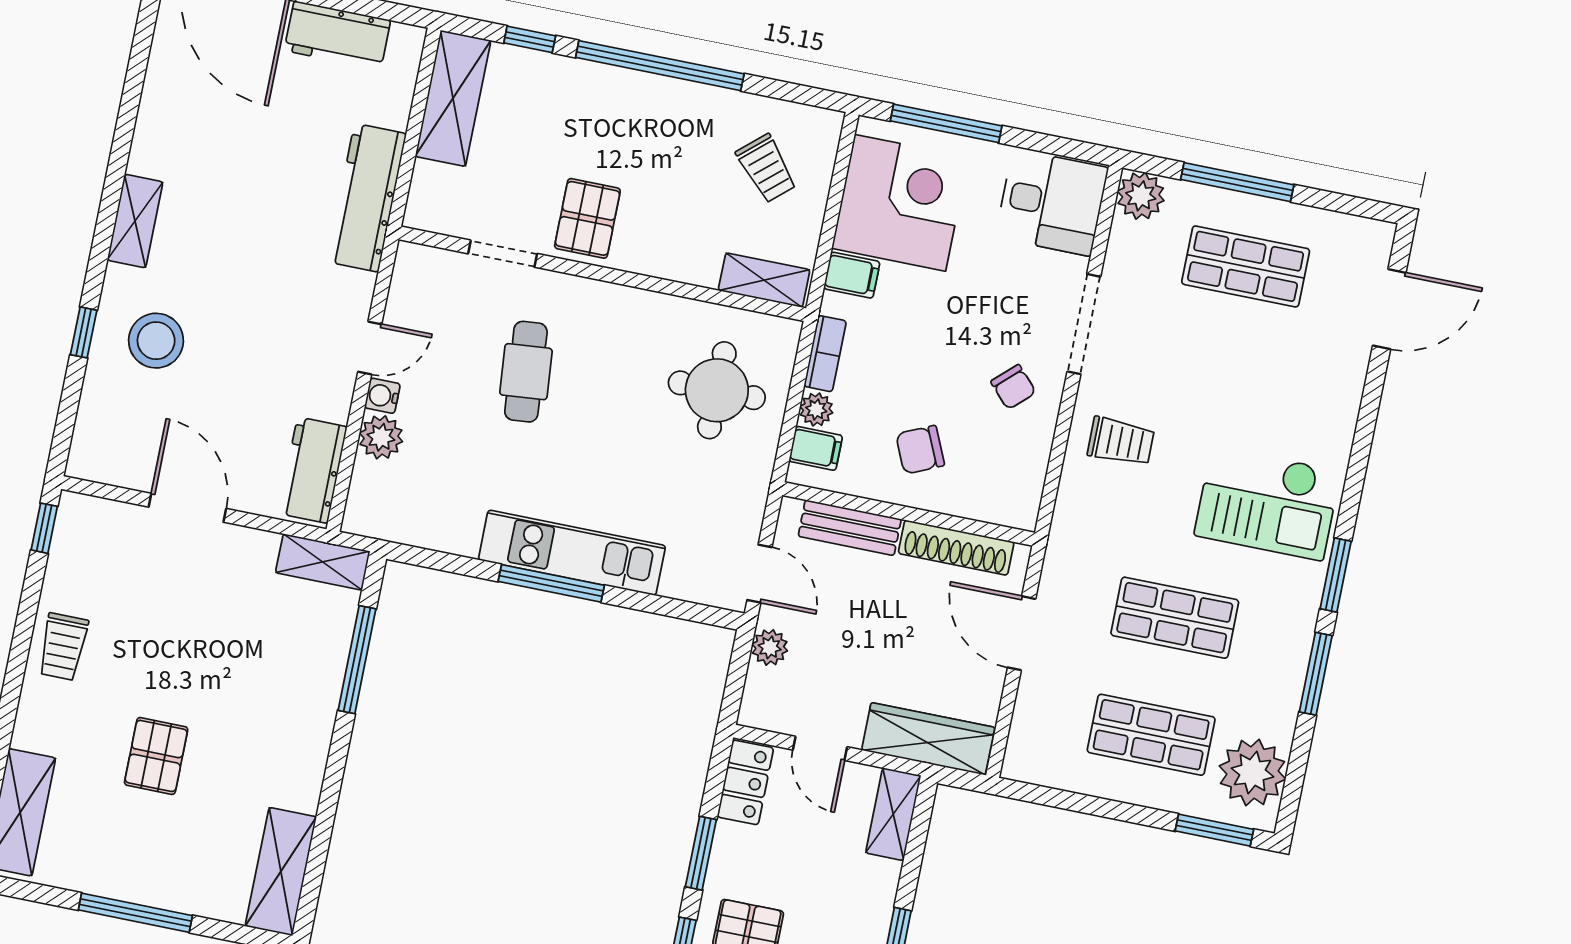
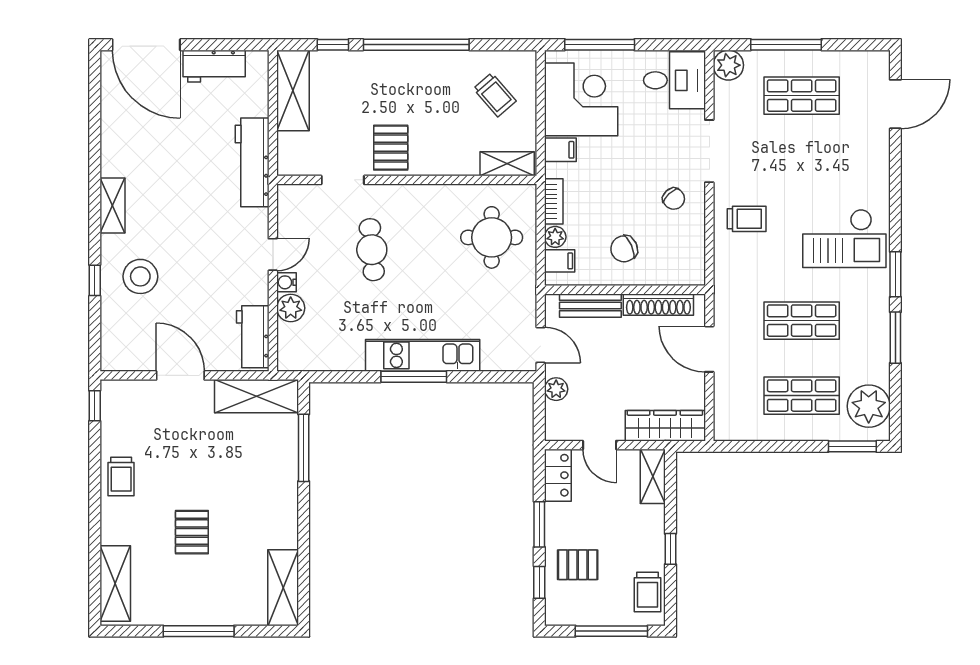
shelving: (323, 562) -> (256, 396), width x1.50, depth x1.33

